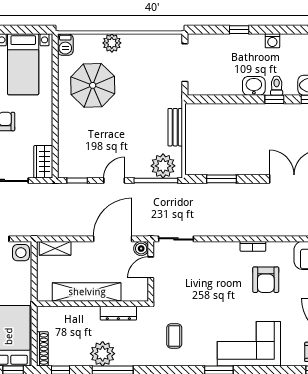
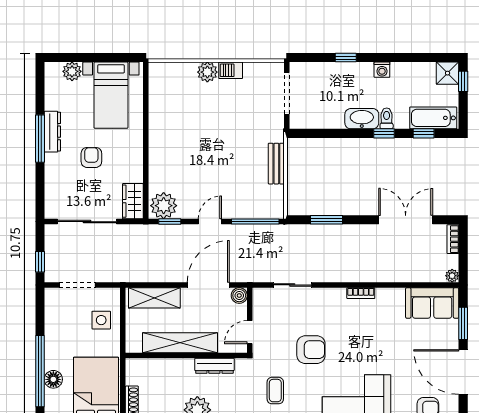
barbecue: (65, 45) -> (231, 70), moved, turned 90
parasol: (93, 85) -> (187, 118), removed
washbasin: (254, 86) -> (362, 119), width x1.38
plant: (163, 166) -> (164, 206), moved
sliding door: (176, 239) -> (292, 285), moved
shelving: (55, 248) -> (154, 298), width x1.50, depth x1.33
side table: (21, 253) -> (101, 320), moved
door: (151, 267) -> (250, 332), moved
armchair: (266, 280) -> (311, 350), moved, turned -90

